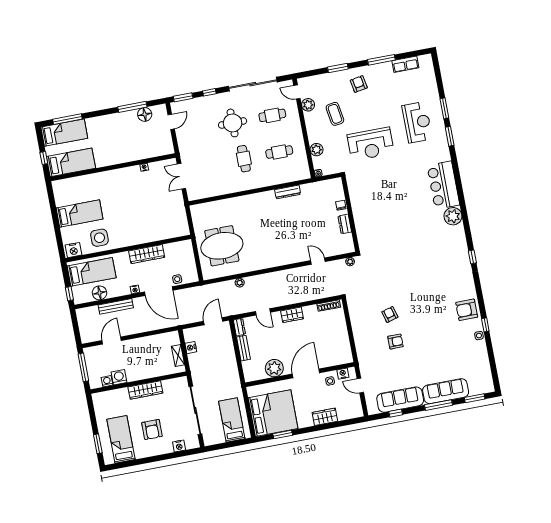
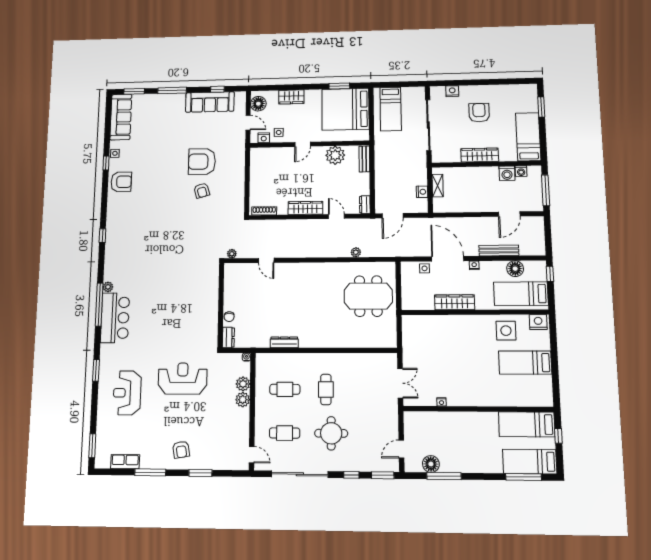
plant: (308, 105) -> (243, 400), moved
window: (444, 108) -> (92, 446), moved
coffee table: (335, 114) -> (214, 421), removed
window: (461, 194) -> (99, 305), added
plant: (453, 216) -> (108, 287), width x0.53, depth x0.53
dresser: (345, 224) -> (228, 337), moved
wardrobe: (292, 315) -> (305, 208), width x1.50
armchair: (395, 342) -> (202, 162), width x1.88, depth x1.88
bench: (243, 348) -> (364, 159), moved
door: (306, 373) -> (303, 144), width x0.53
sofa: (446, 391) -> (121, 117), moved, turned -90
floor lamp: (354, 405) -> (258, 104), added
bed: (121, 439) -> (528, 137), moved, turned 180

